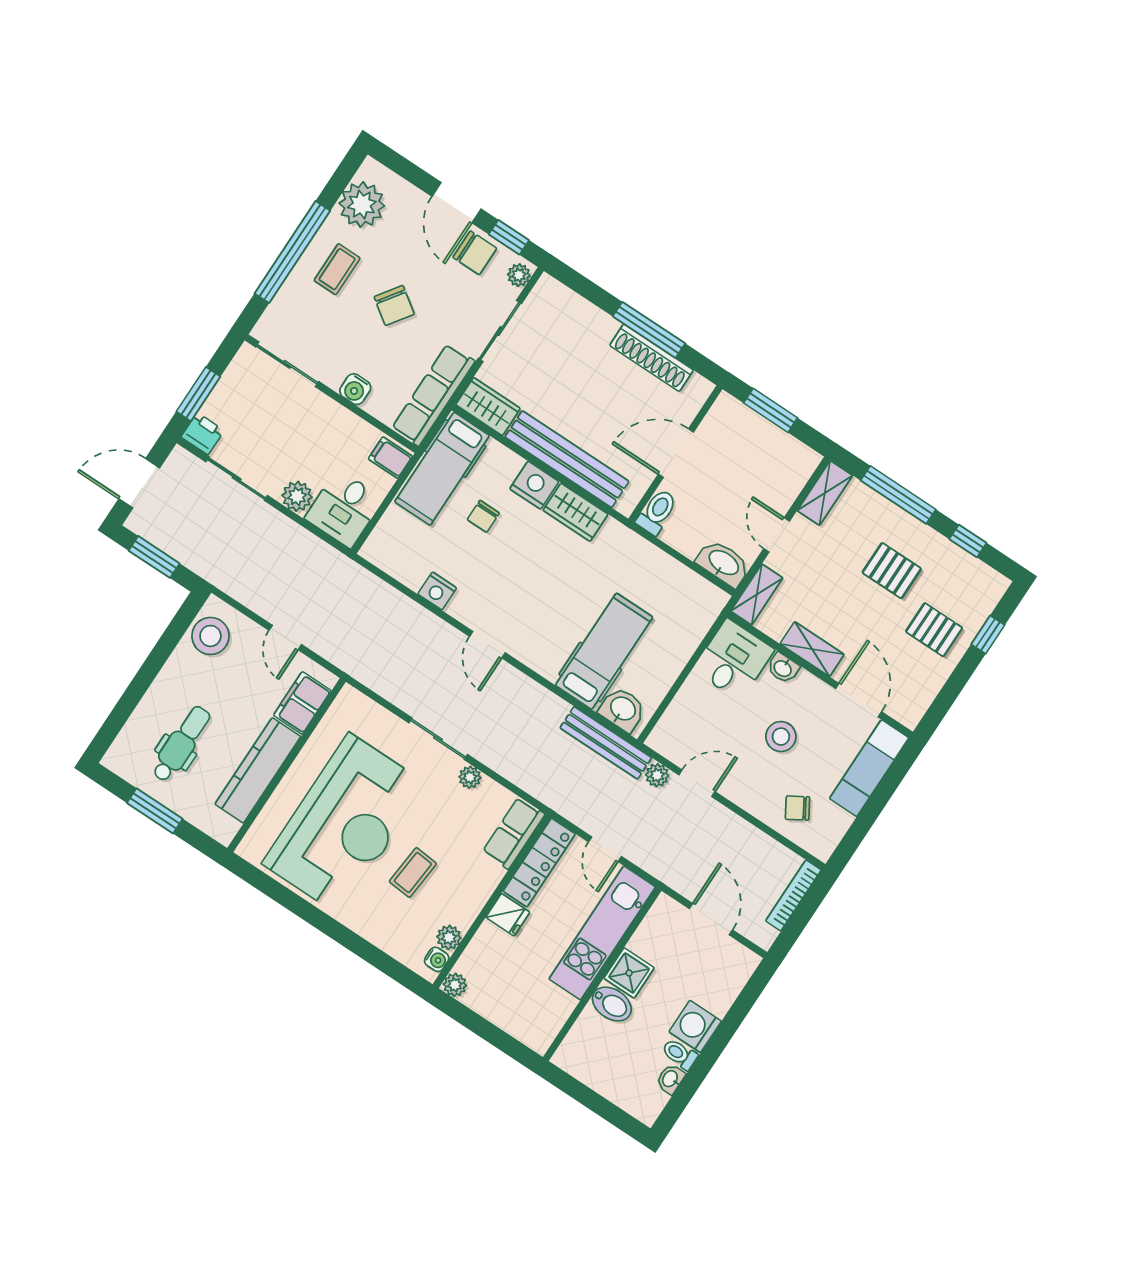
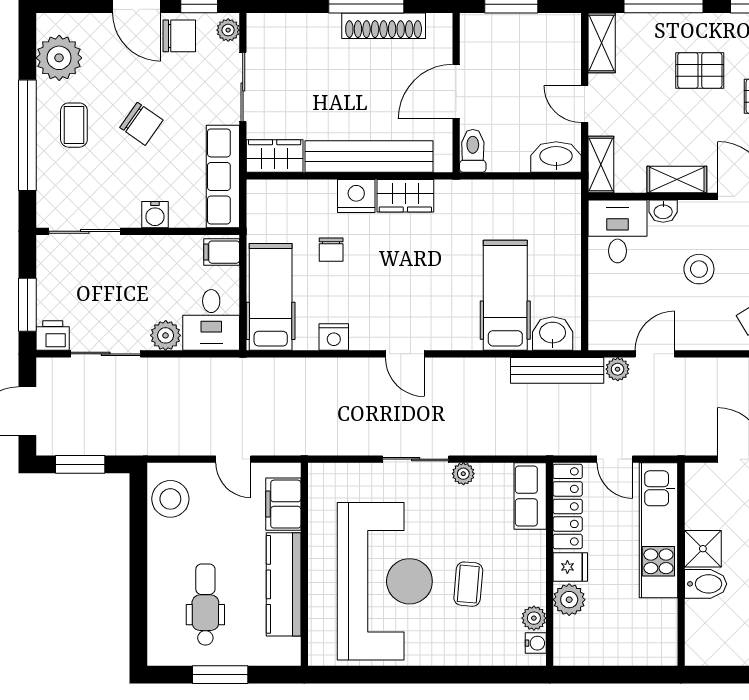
hospital bed: (442, 469) -> (271, 297), moved, turned 180
plant: (455, 985) -> (569, 600), moved, width x1.38, depth x1.38

